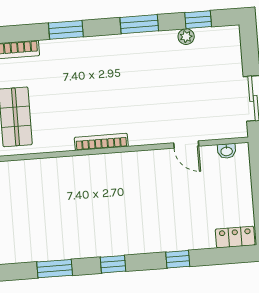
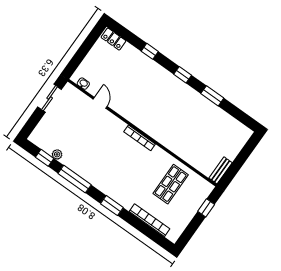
window: (139, 24) -> (75, 179), width x1.44

